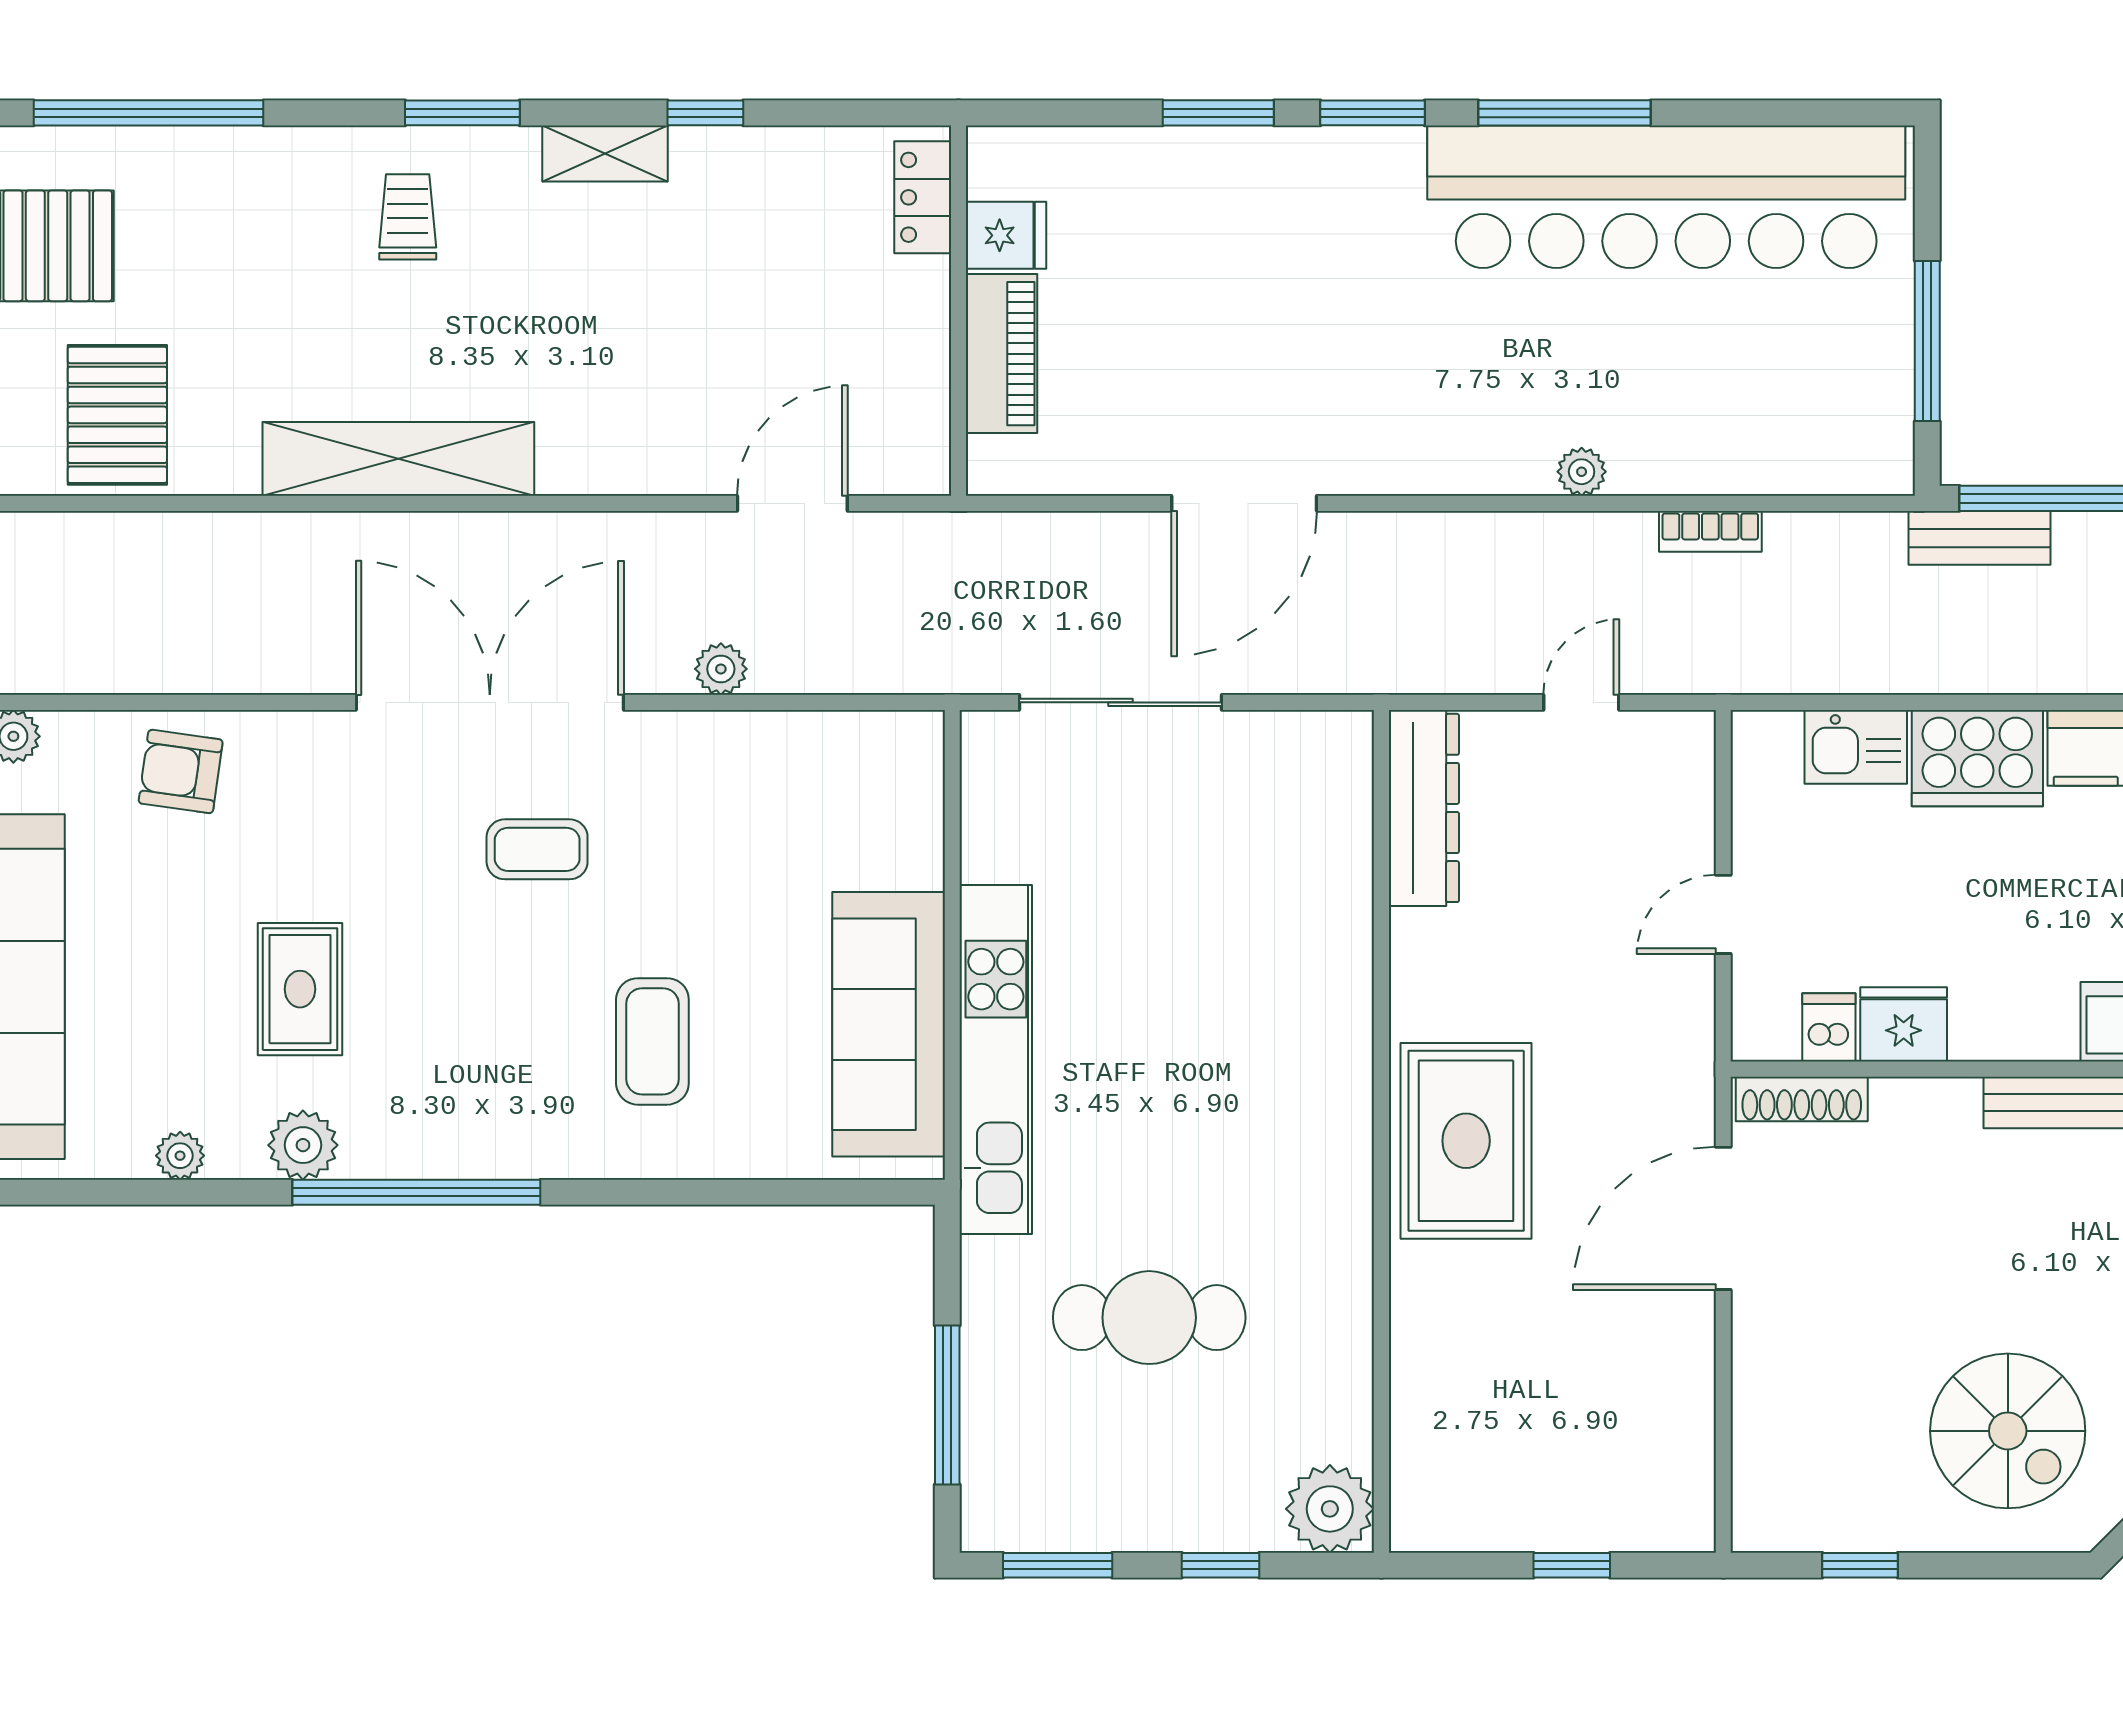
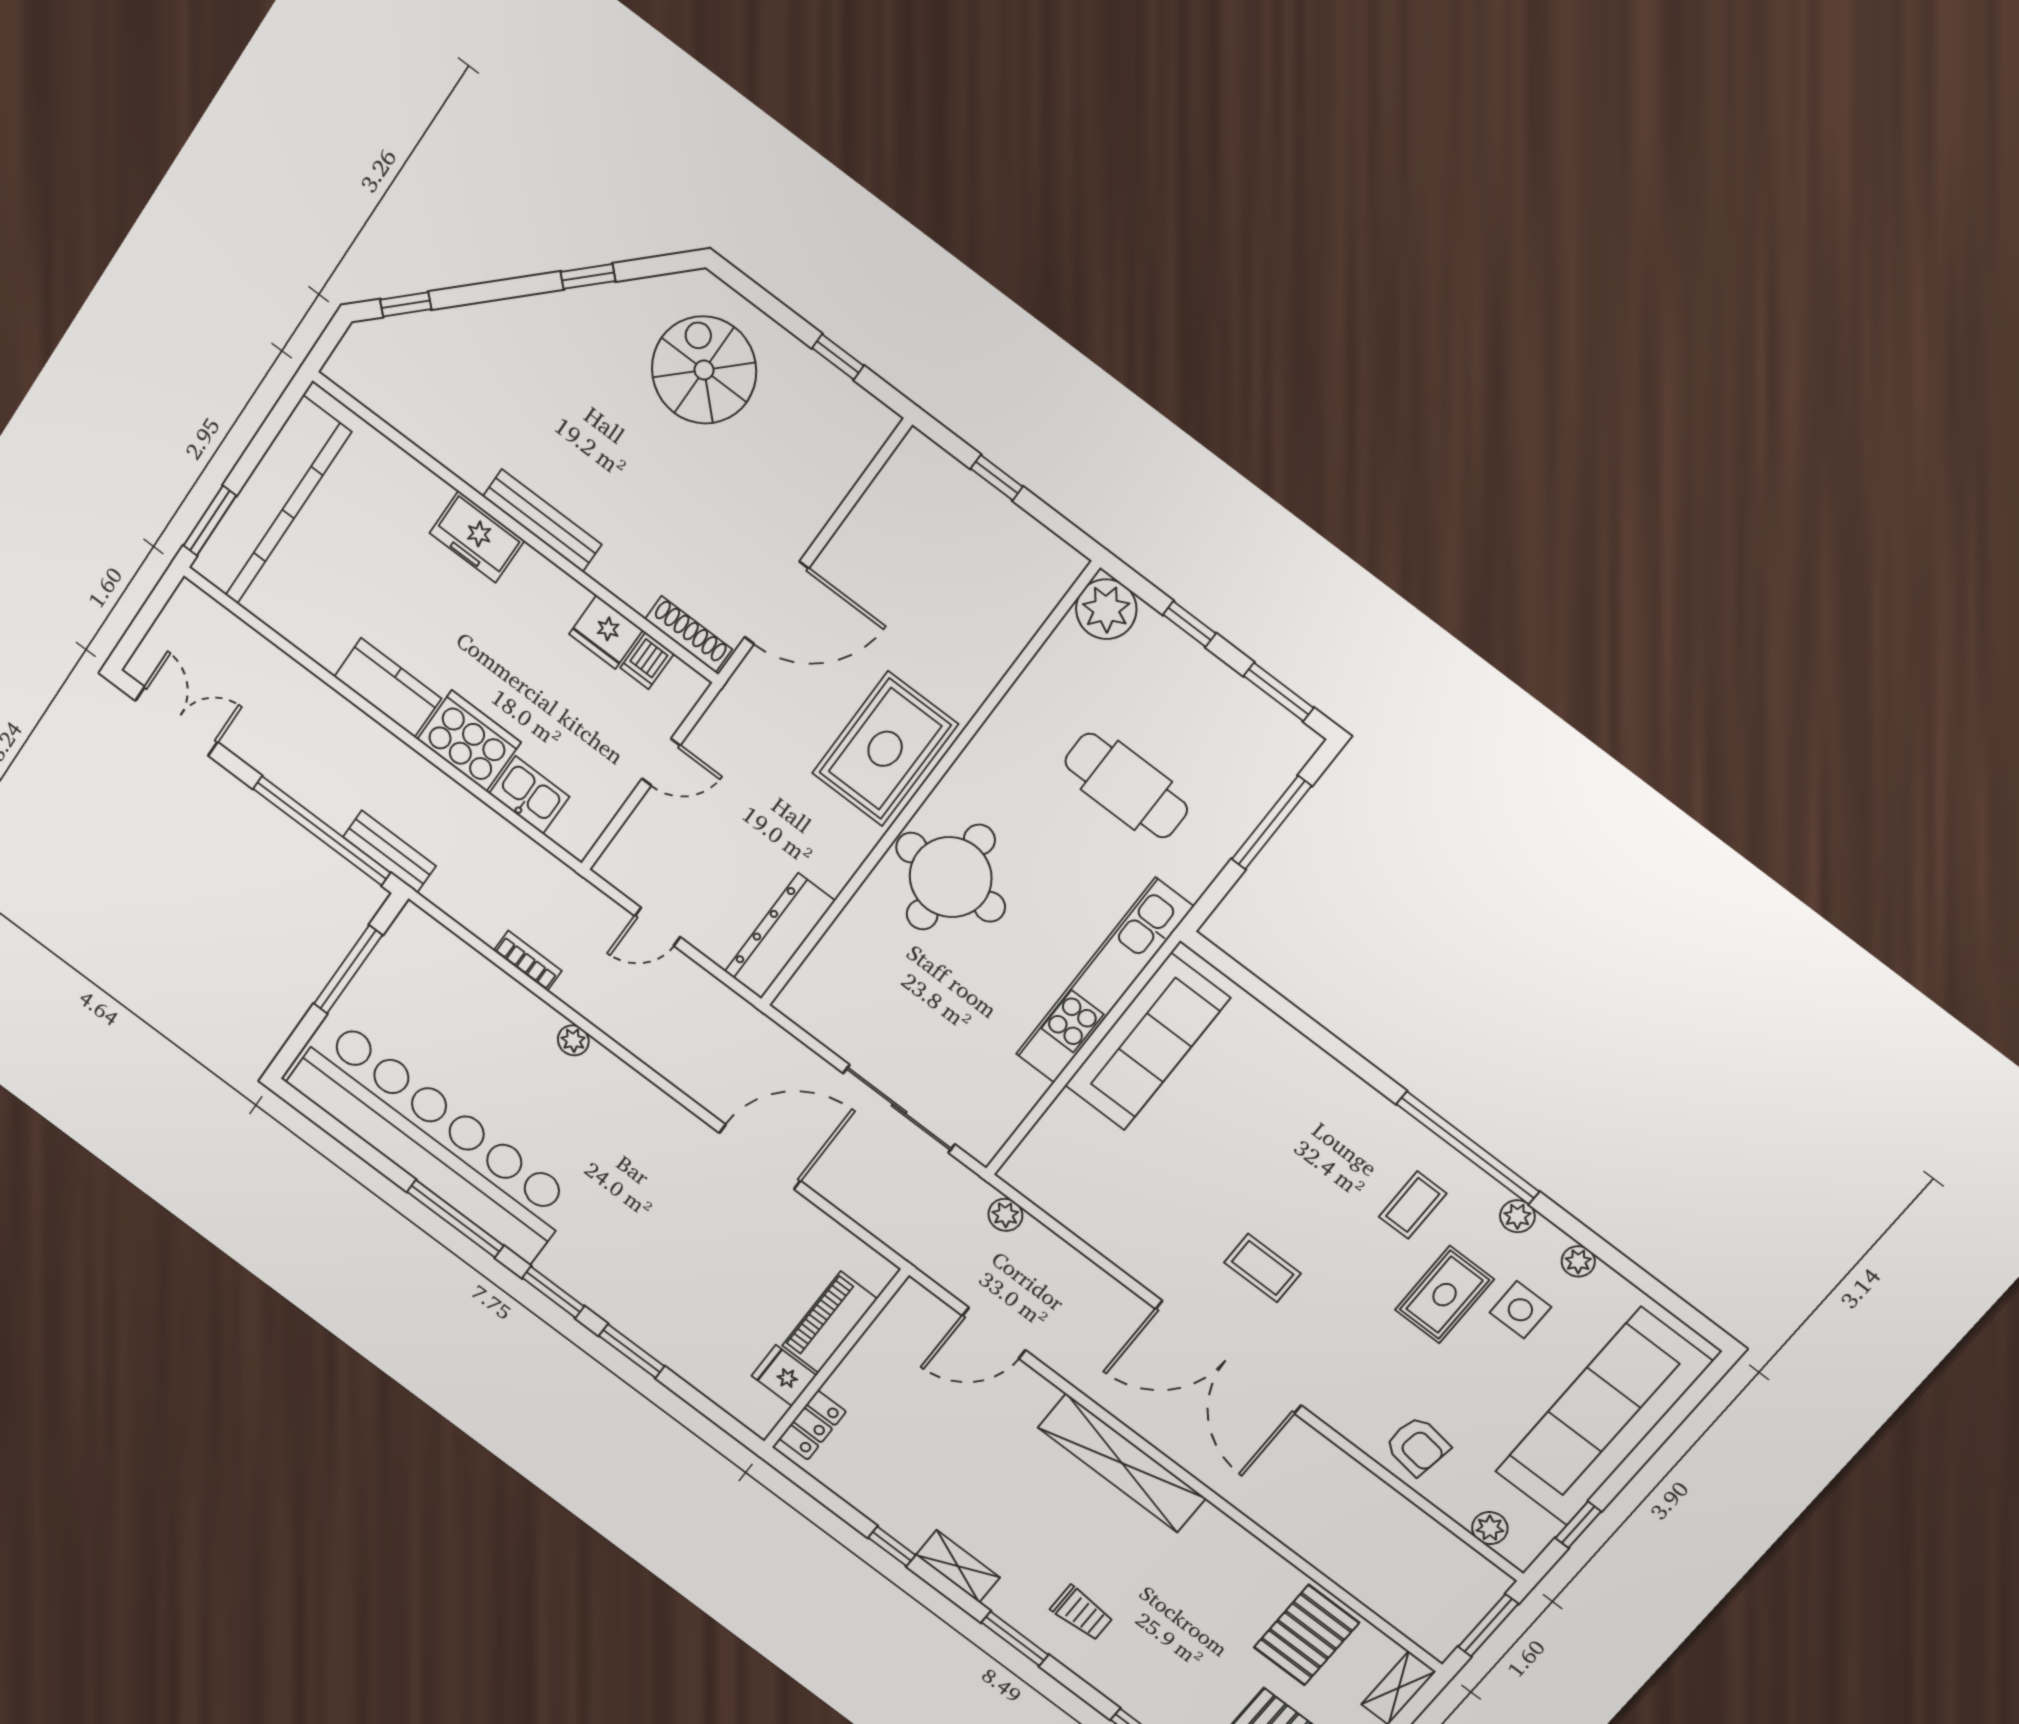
trolley: (408, 217) -> (1082, 1613), turned -90
shelving: (398, 459) -> (1122, 1463), moved
plant: (721, 669) -> (1005, 1215), moved
coffee table: (652, 1041) -> (1413, 1205), moved, width x0.73, depth x0.77
side table: (198, 1042) -> (1520, 1310), added
round table: (1273, 1044) -> (951, 877), added
plant: (303, 1145) -> (1517, 1216), width x0.73, depth x0.73

